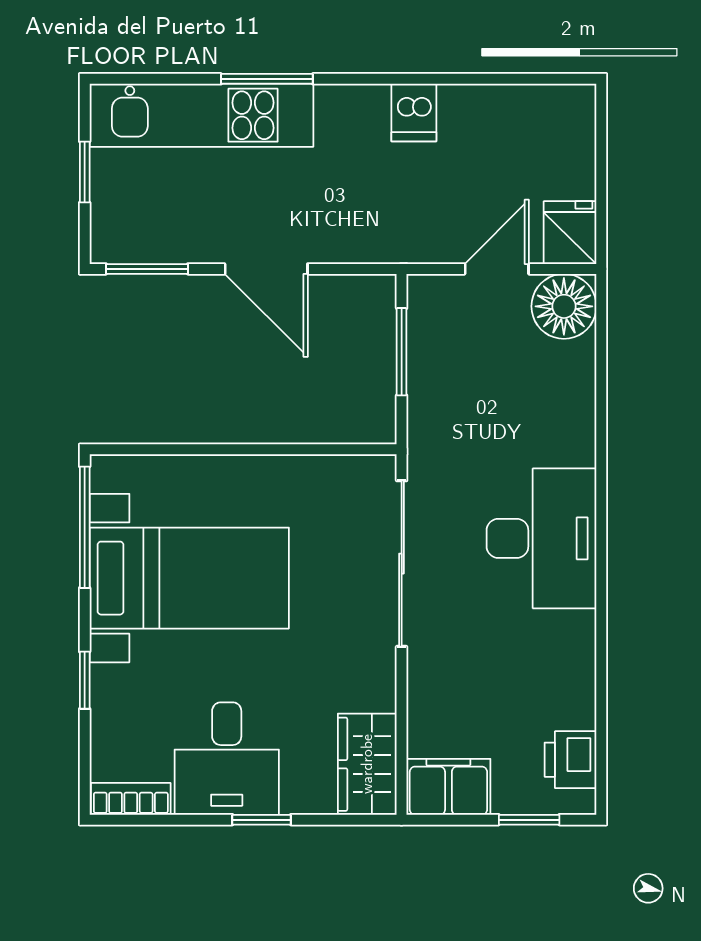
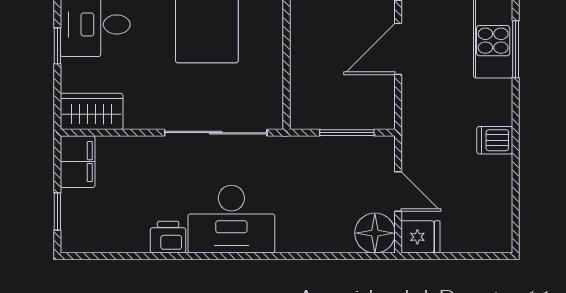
printer: (571, 760) -> (168, 237), moved

